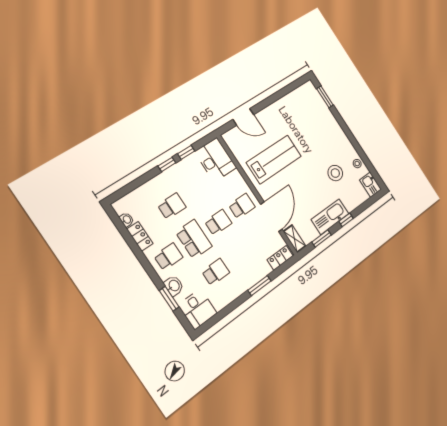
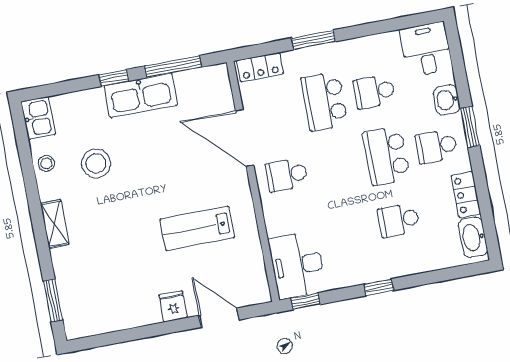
fridge: (268, 115) -> (173, 306), added
window: (186, 152) -> (306, 301), moved
lab bench: (274, 159) -> (197, 228), width x0.73, depth x0.72
door: (271, 217) -> (245, 138), hinge flipped
washbasin: (127, 220) -> (473, 237), width x1.91, depth x1.45
school desk: (218, 222) -> (324, 101), moved, width x1.85
shelving: (295, 239) -> (54, 224), moved
window: (321, 239) -> (173, 67), width x1.44
window: (169, 299) -> (470, 127), moved

